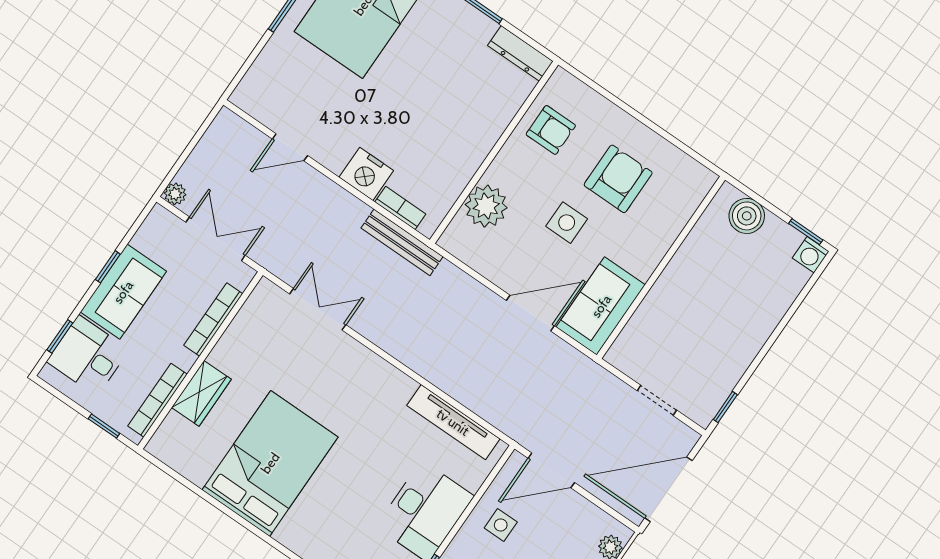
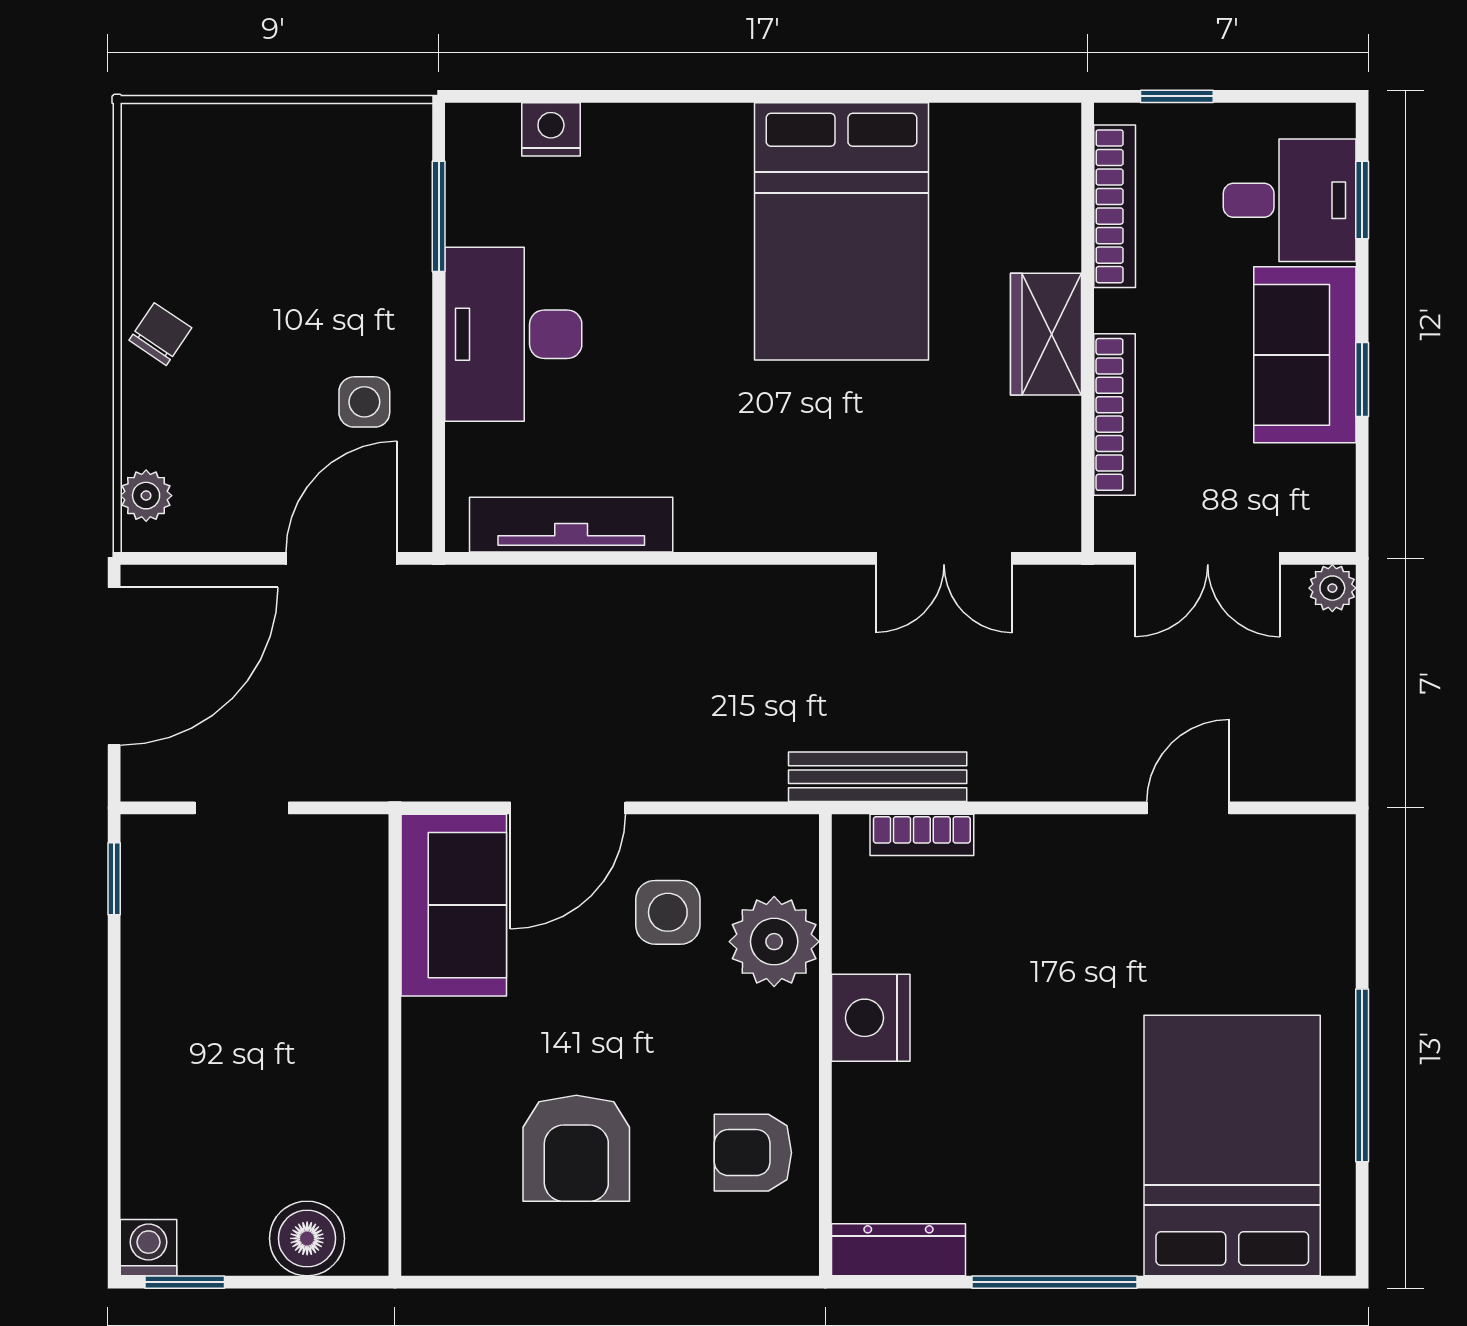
nightstand: (366, 174) -> (871, 1018), moved, turned -90
side table: (567, 223) -> (668, 912), moved
wardrobe: (201, 393) -> (1046, 334), moved

